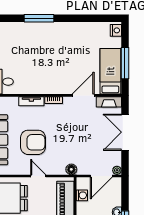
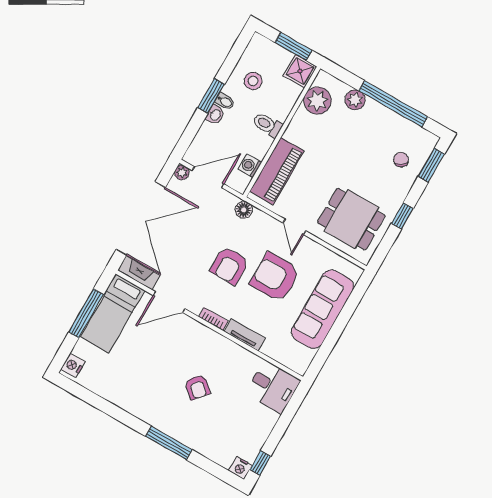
armchair: (41, 58) -> (197, 387), added
double door: (125, 132) -> (141, 219), width x1.36
armchair: (62, 134) -> (229, 266), added

